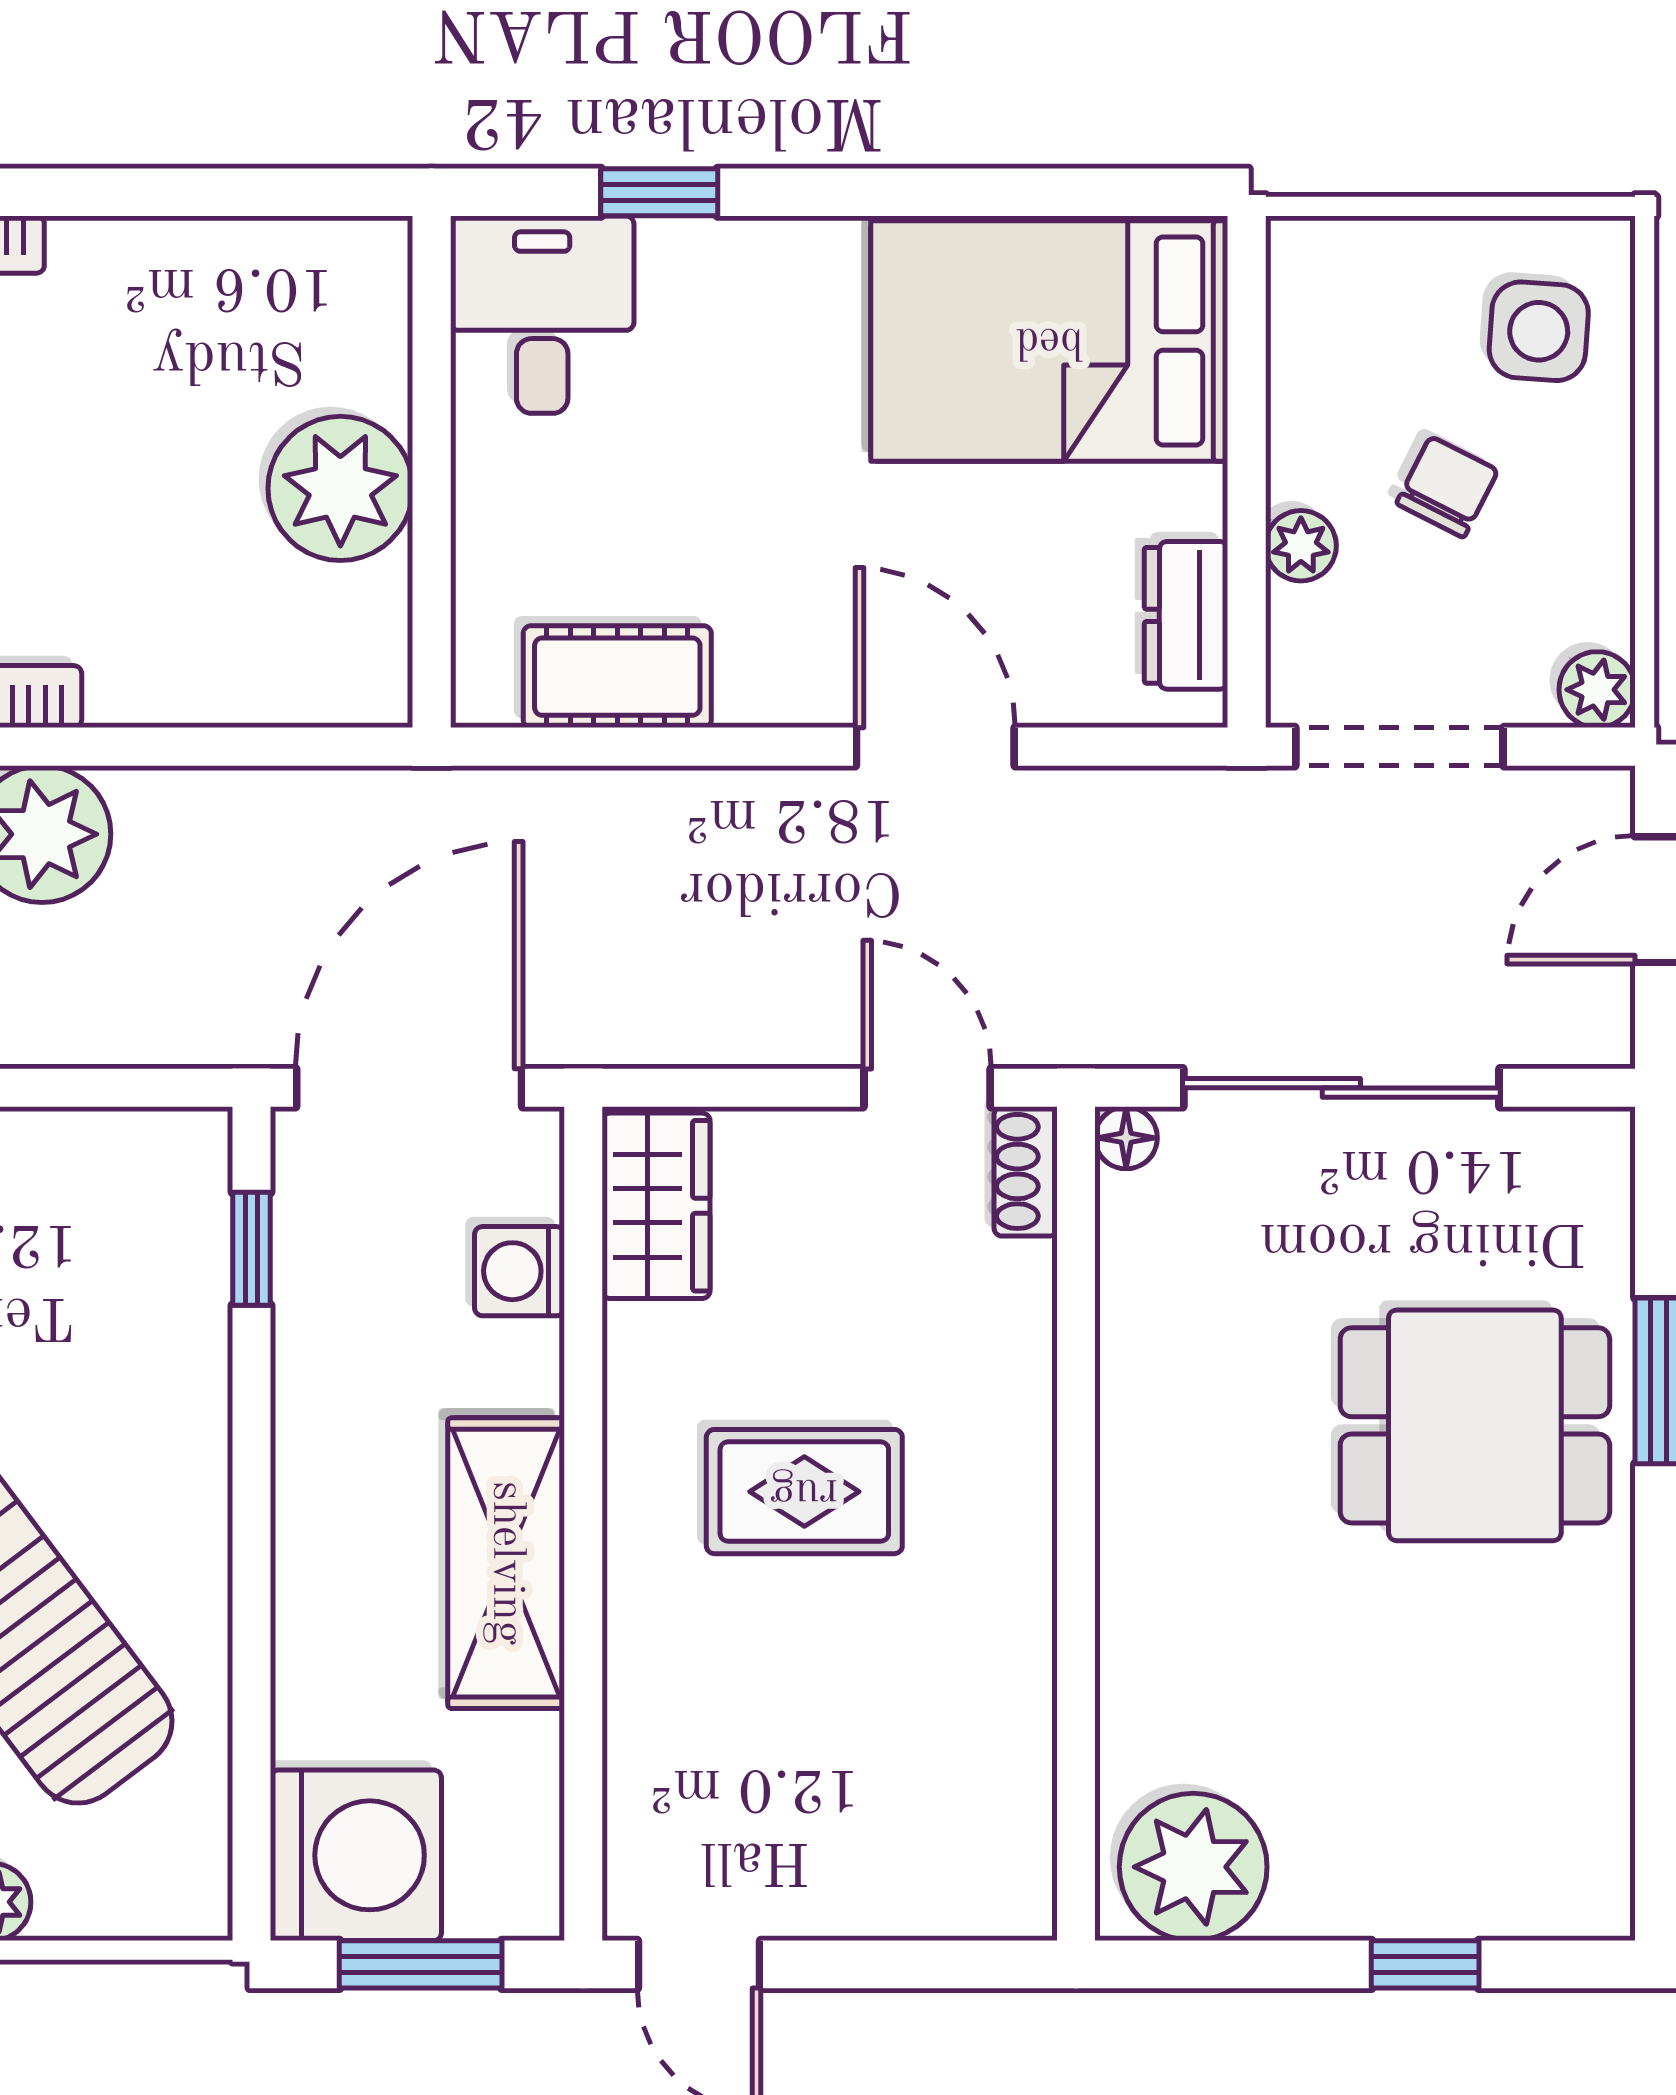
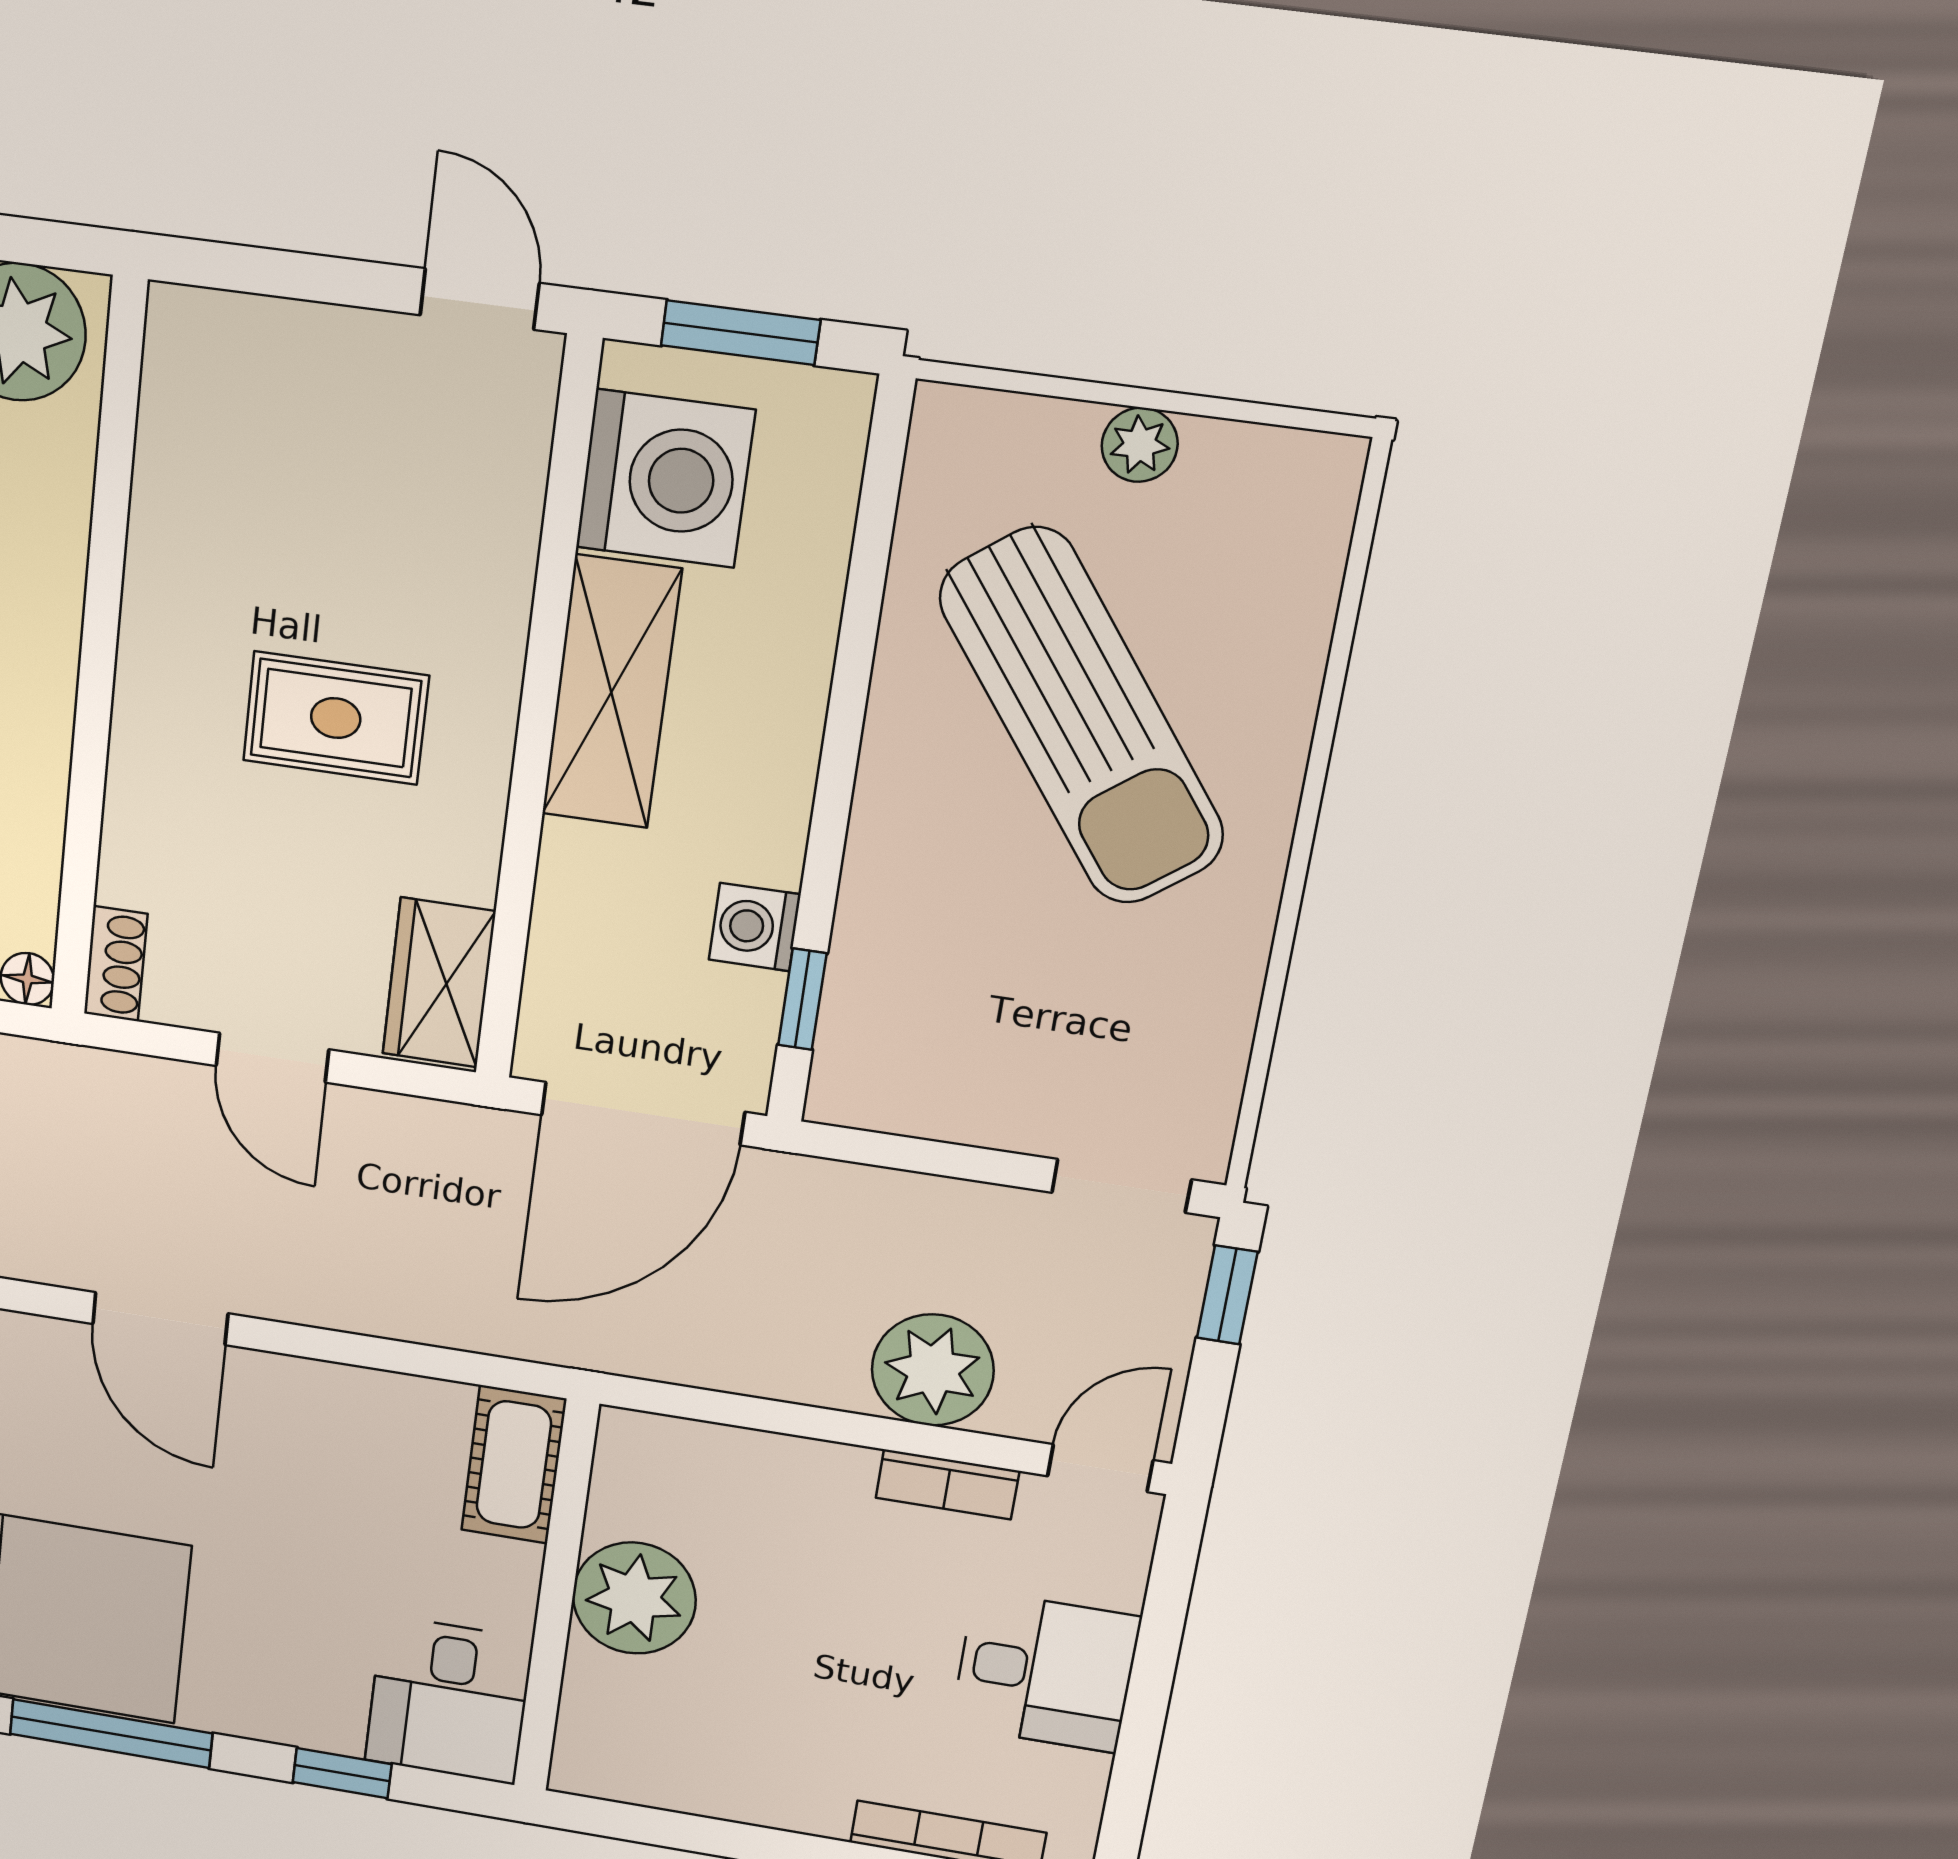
window: (947, 192) -> (111, 1734), added
cot: (617, 677) -> (514, 1465), moved, turned 90
door: (927, 1088) -> (272, 1058), moved
washing machine: (520, 1271) -> (755, 927), moved, turned 180
washing machine: (356, 1855) -> (665, 479), moved, turned 180

